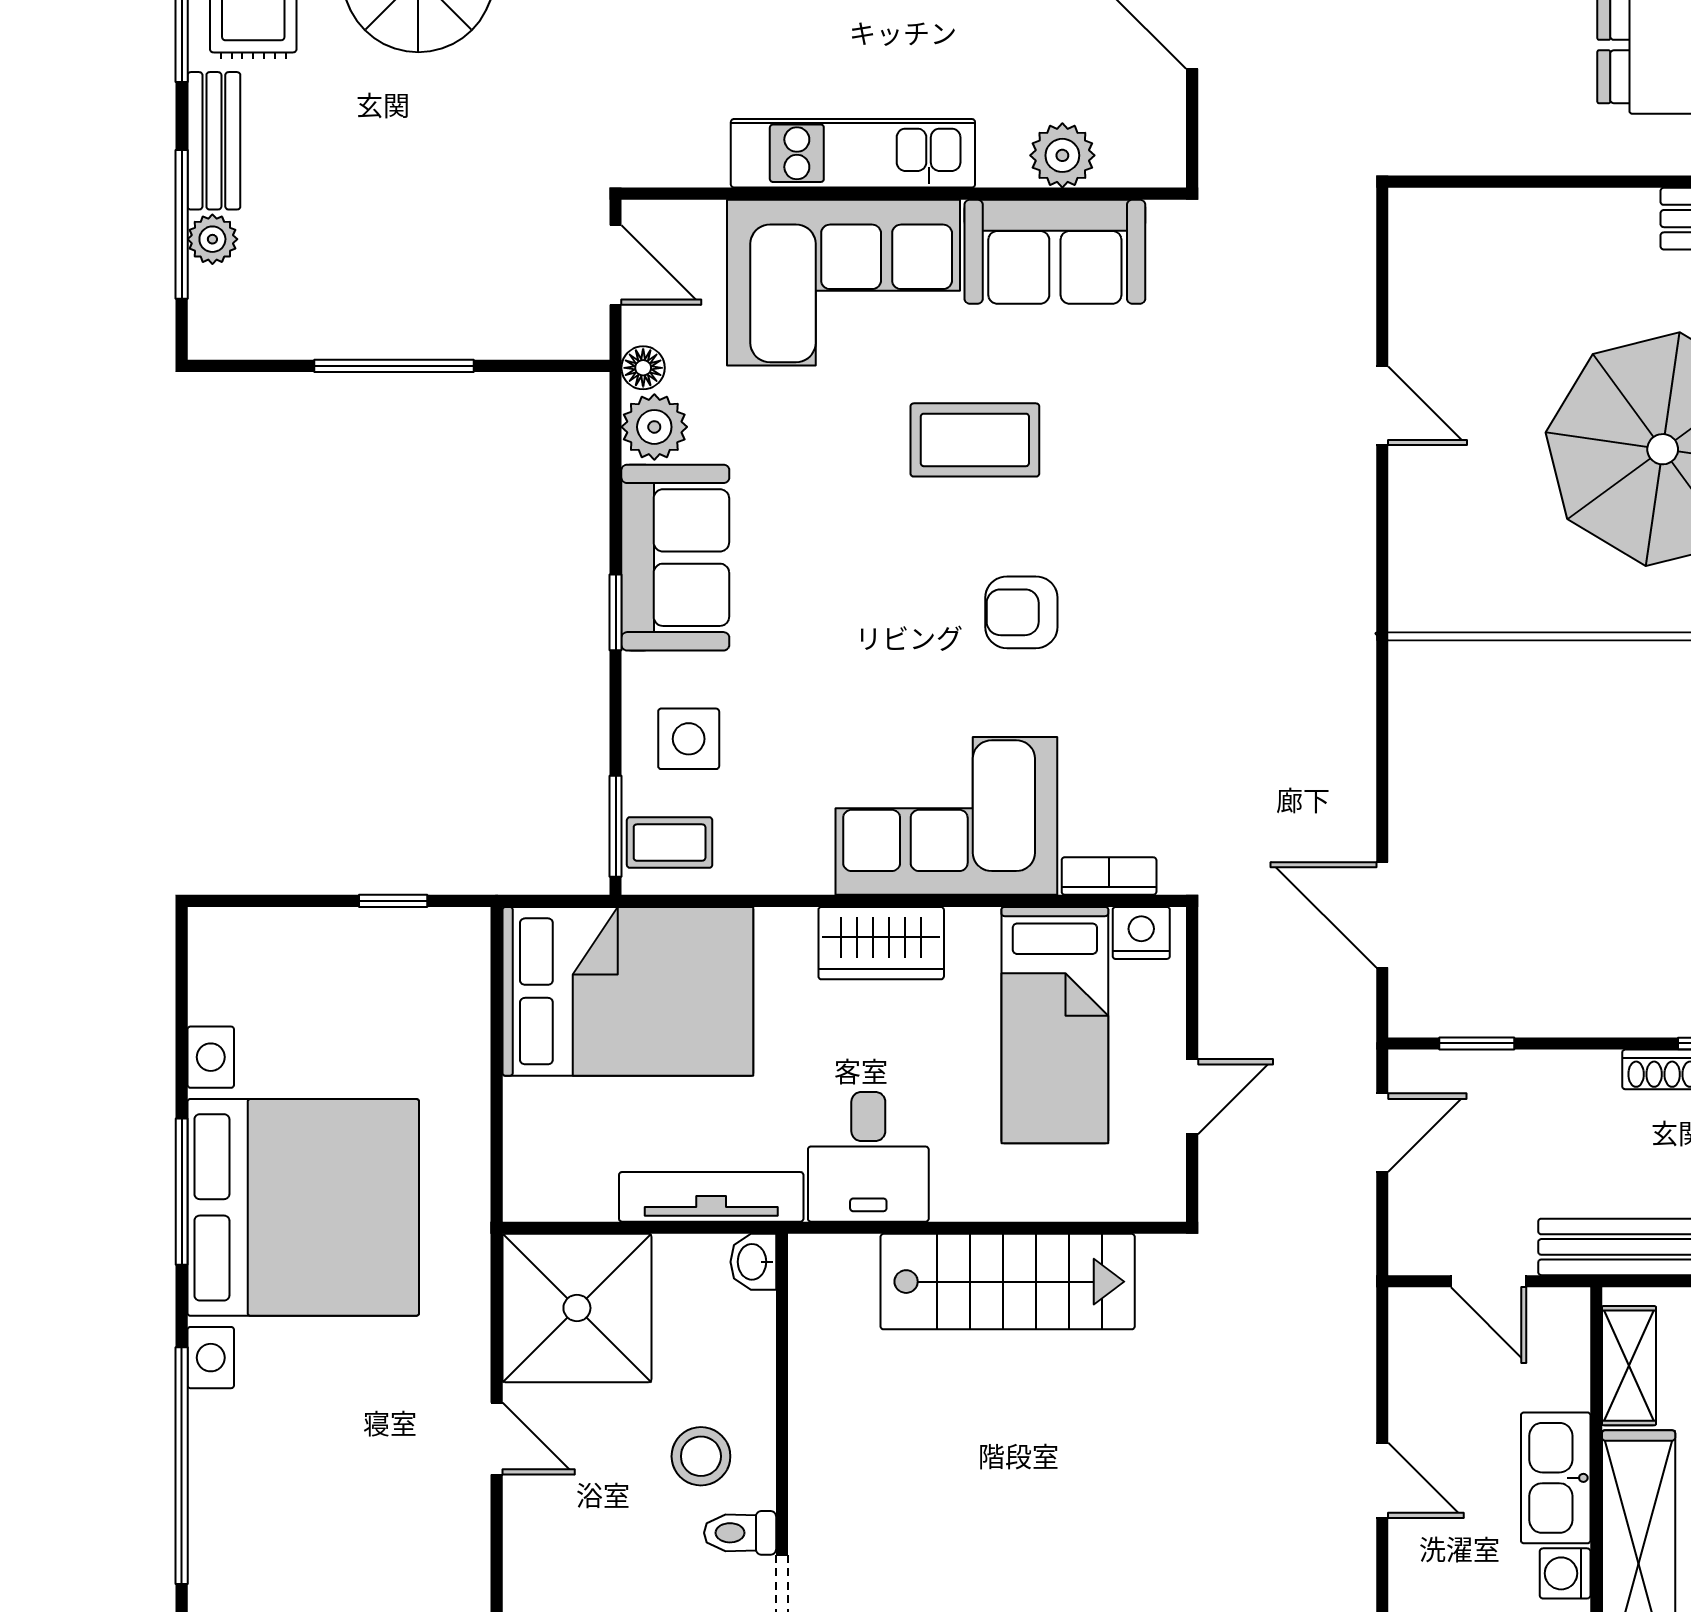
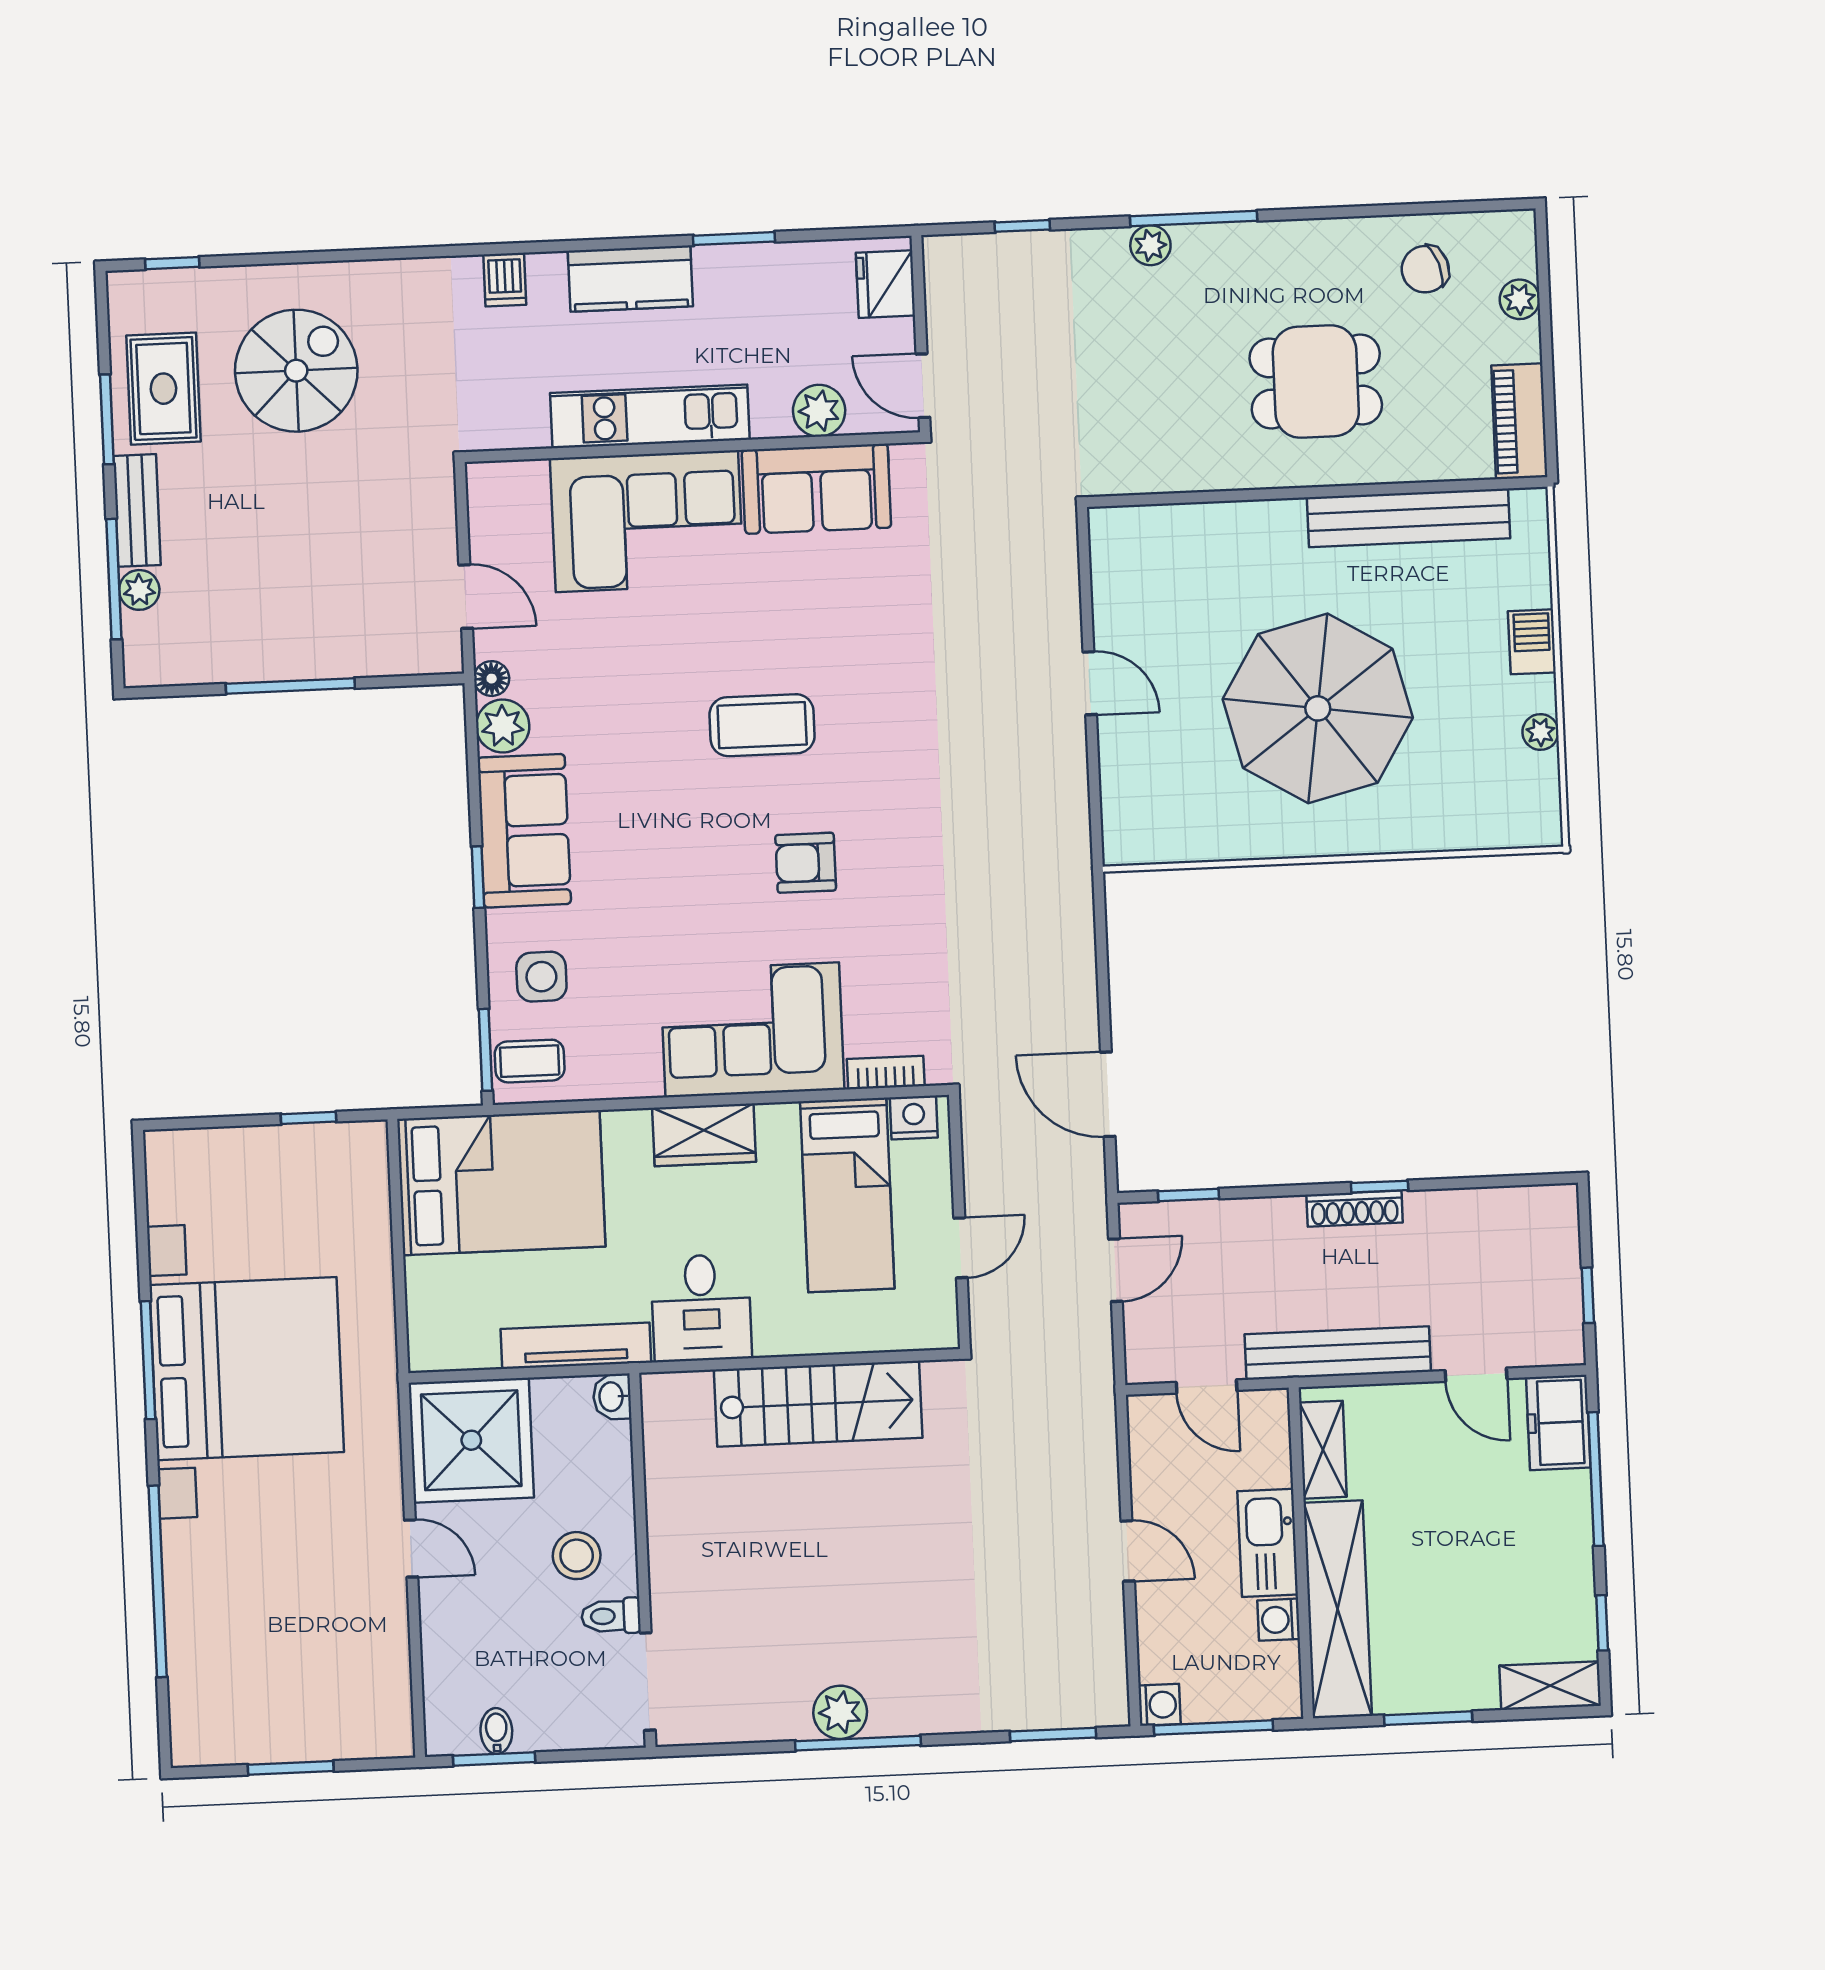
kitchen unit: (853, 153) -> (650, 416), moved
plant: (1062, 155) -> (819, 411), moved
wall: (904, 194) -> (692, 447), moved
sofa: (1055, 252) -> (816, 489), moved
corner sofa: (844, 283) -> (647, 521), moved

